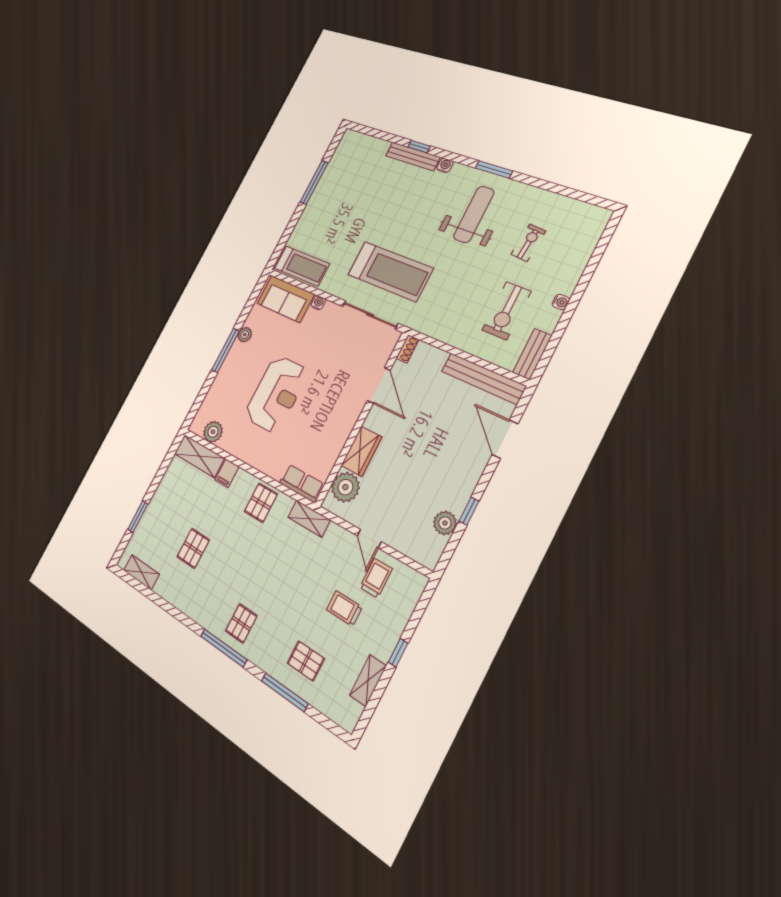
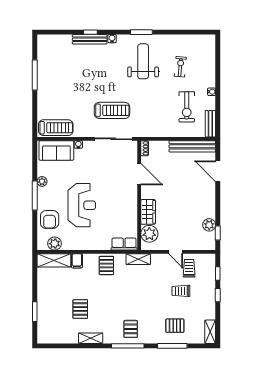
treadmill: (390, 271) -> (112, 110), width x0.73, depth x0.73
armchair: (225, 394) -> (50, 220), added
window: (469, 511) -> (218, 233), moved
shelving: (142, 572) -> (91, 338), moved
window: (417, 615) -> (218, 273), added
shelving: (368, 681) -> (210, 332), moved

